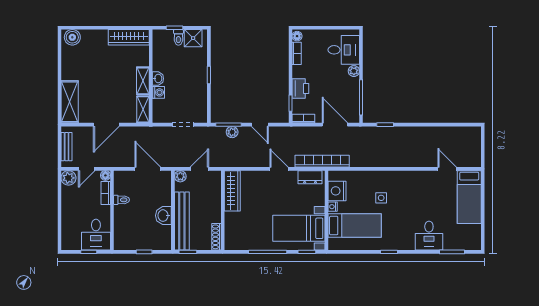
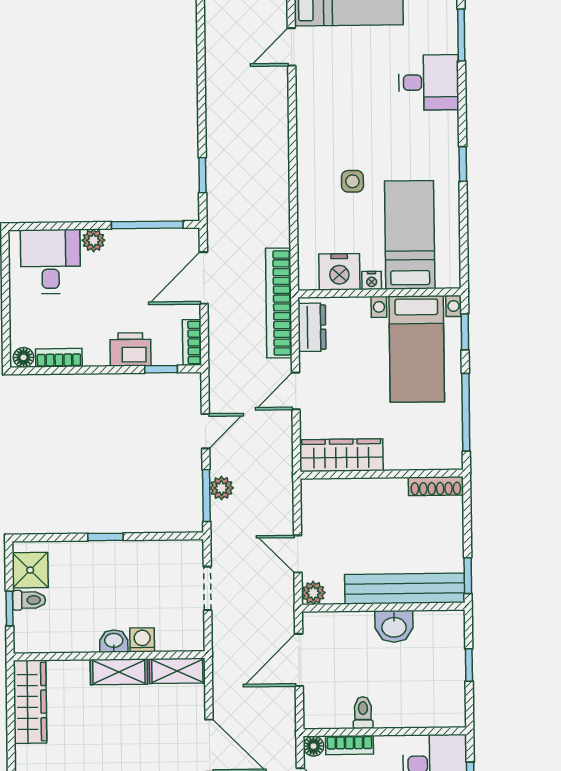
wardrobe: (232, 191) -> (341, 455), moved
wall: (223, 210) -> (382, 474), moved
shoe rack: (216, 237) -> (436, 486), moved

